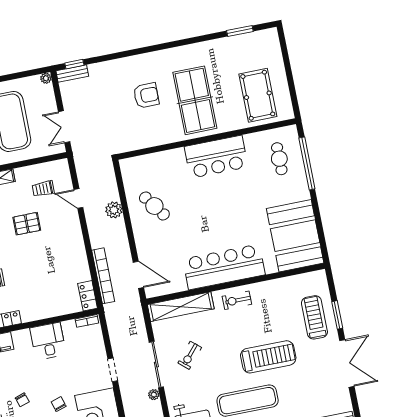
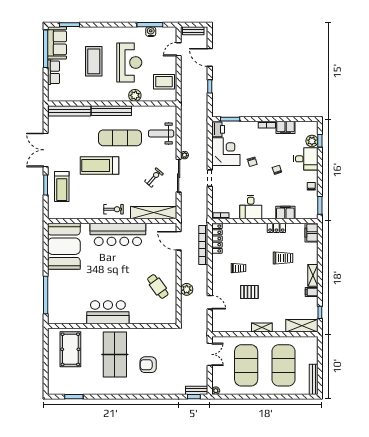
cafe table: (279, 159) -> (64, 302), removed
trolley: (43, 189) -> (238, 268), moved
locker: (88, 296) -> (217, 238), width x1.53

